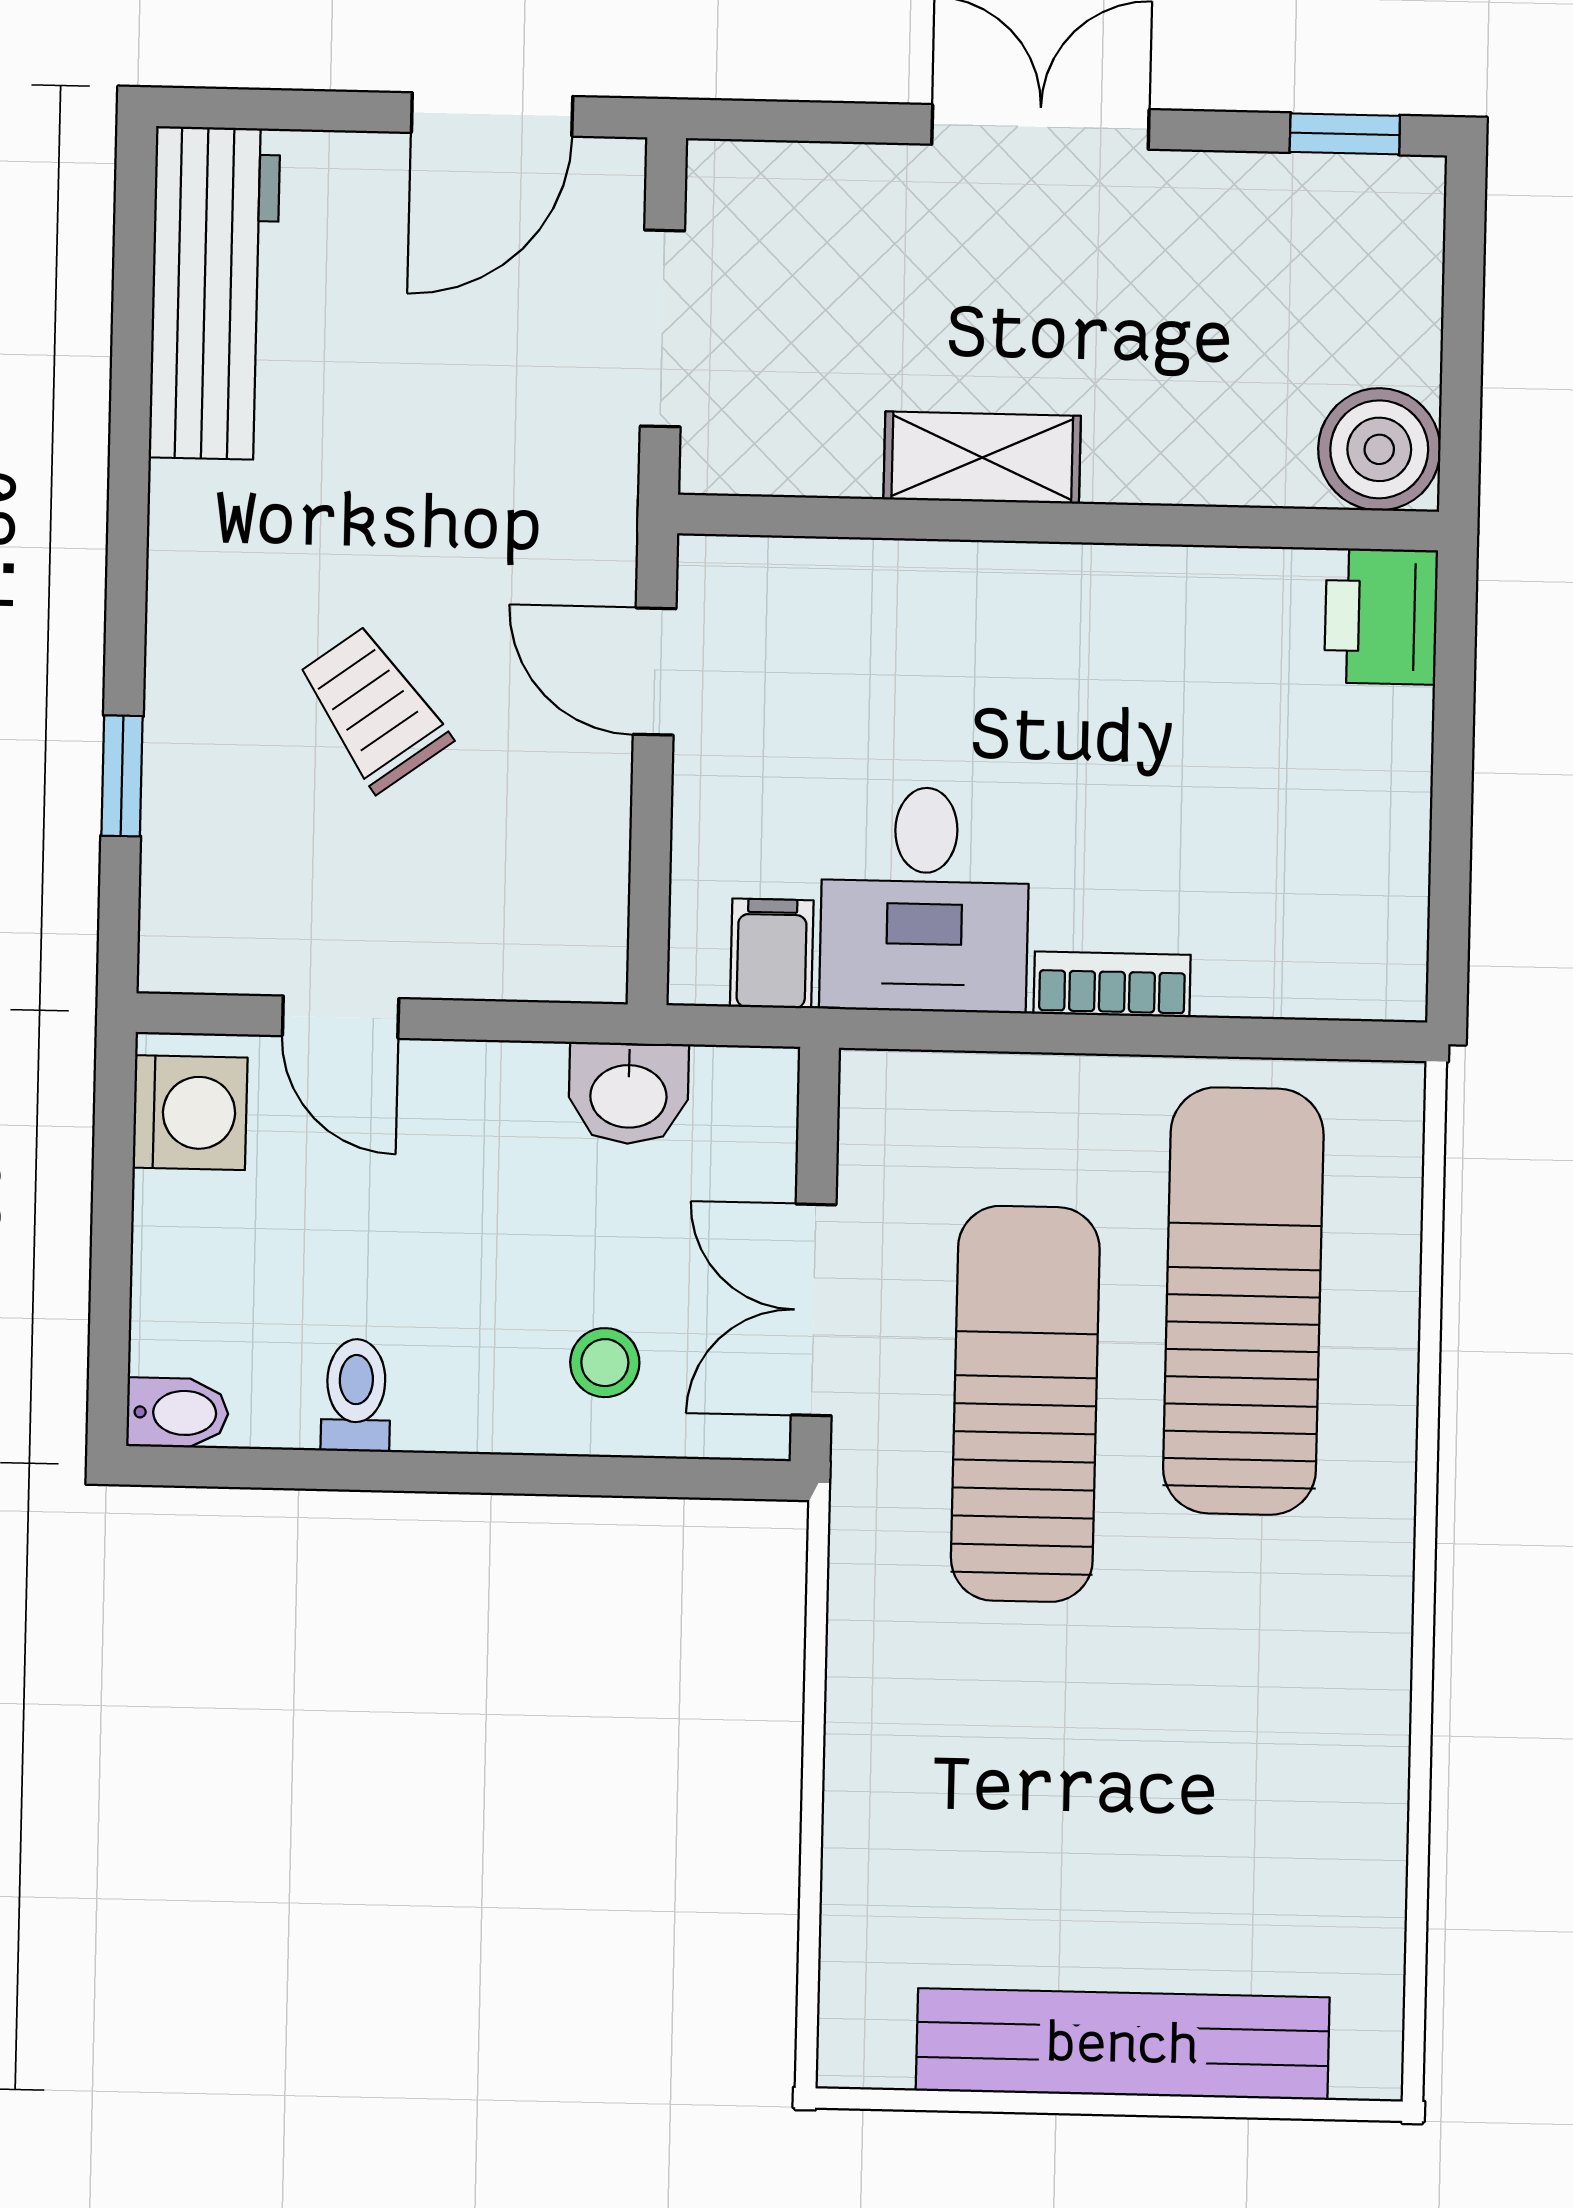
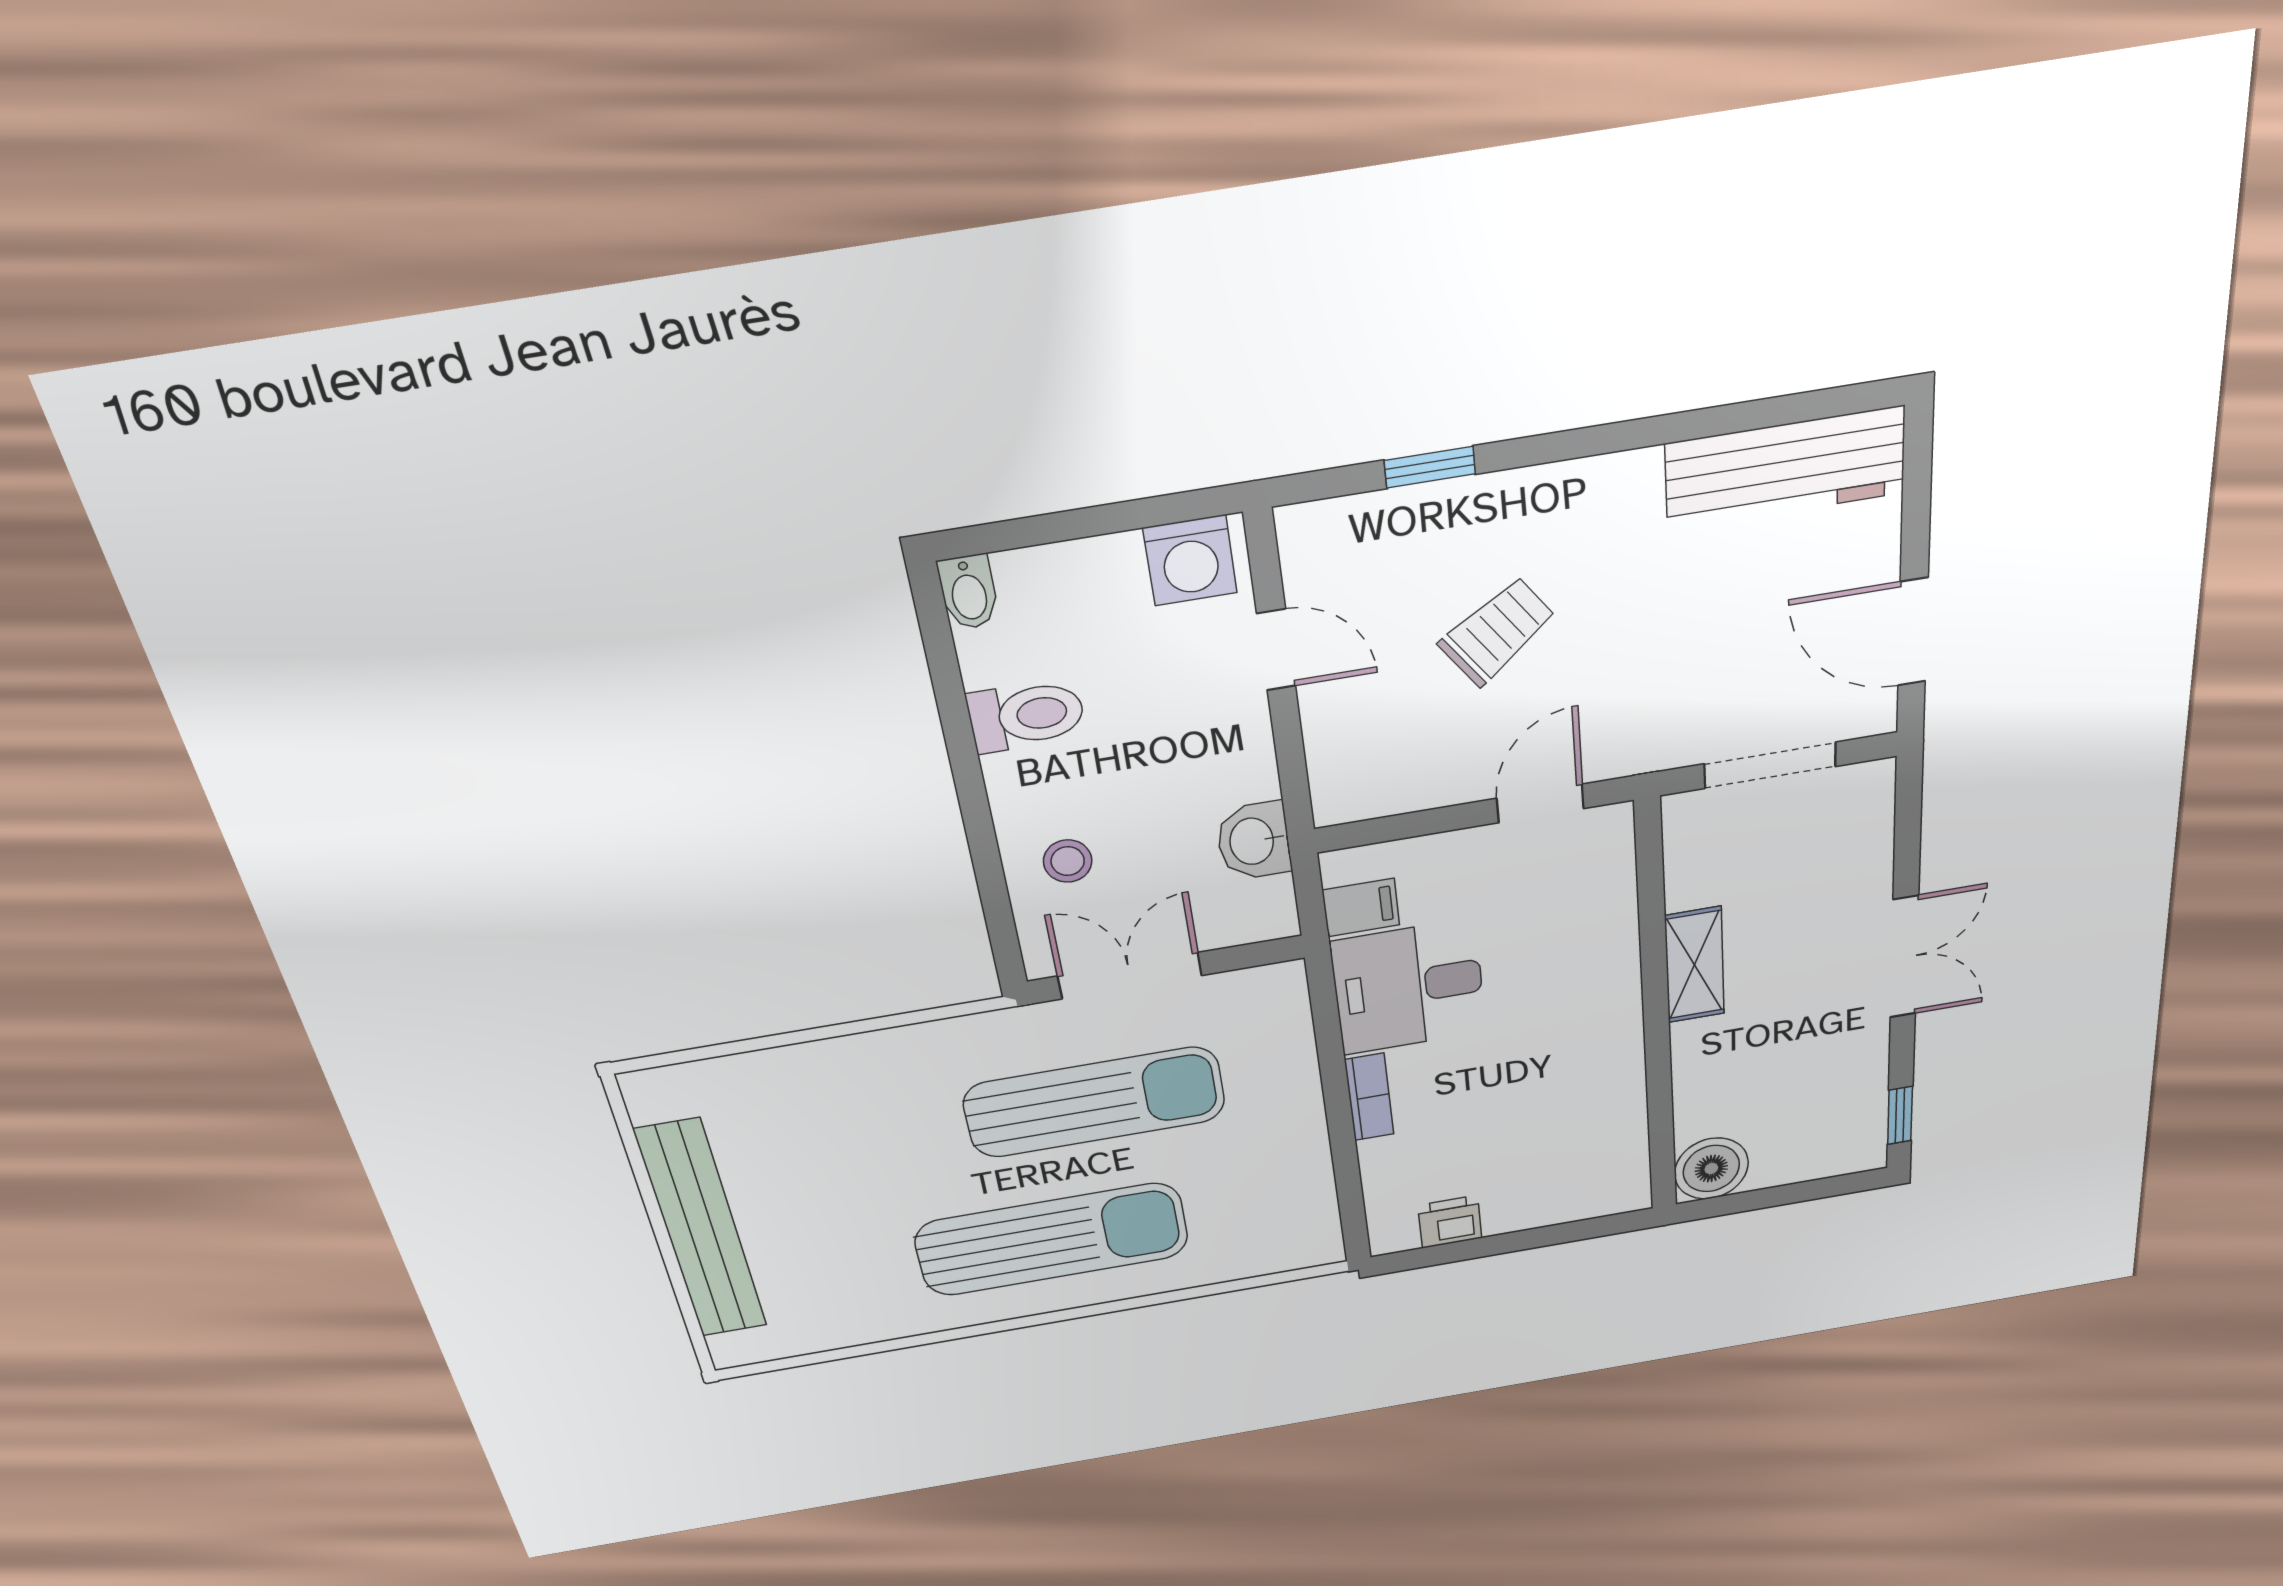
printer: (1381, 616) -> (1450, 1222), moved, width x0.73, depth x0.81
door: (341, 1017) -> (1276, 650), swing flipped
sun lounger: (1243, 1301) -> (1052, 1239), moved
toilet: (356, 1395) -> (1026, 716), width x1.37, depth x1.39

